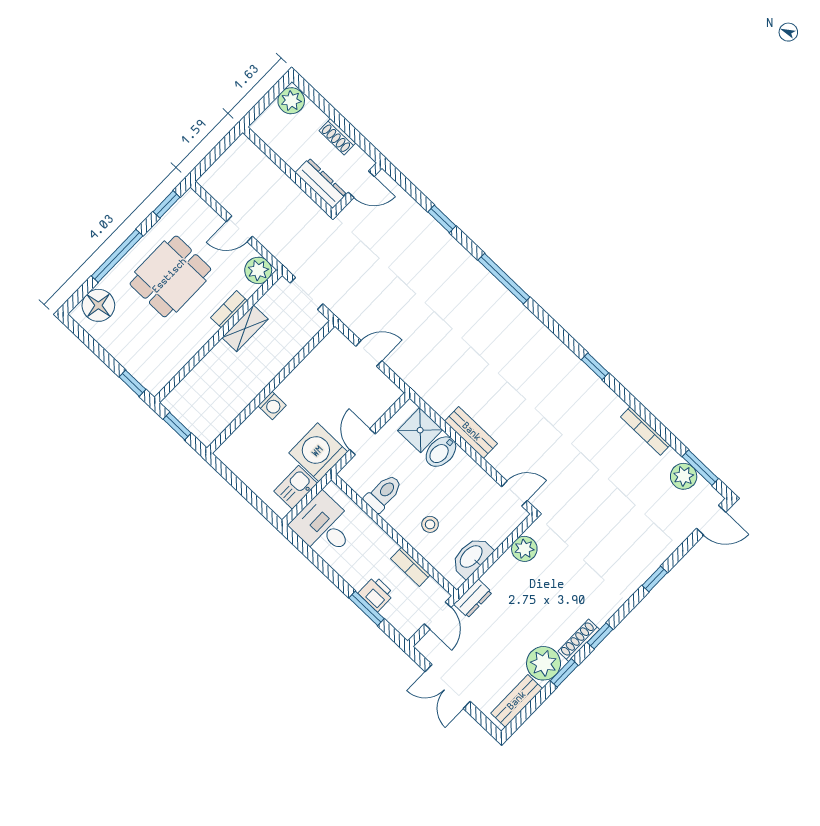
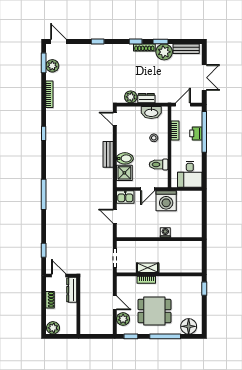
window: (442, 219) -> (44, 250), moved
plant: (258, 270) -> (123, 319), moved
window: (177, 426) -> (204, 259), removed
kitchen sink: (296, 487) -> (125, 197), moved
dresser: (473, 598) -> (146, 98), moved
window: (366, 608) -> (204, 132), width x2.11

